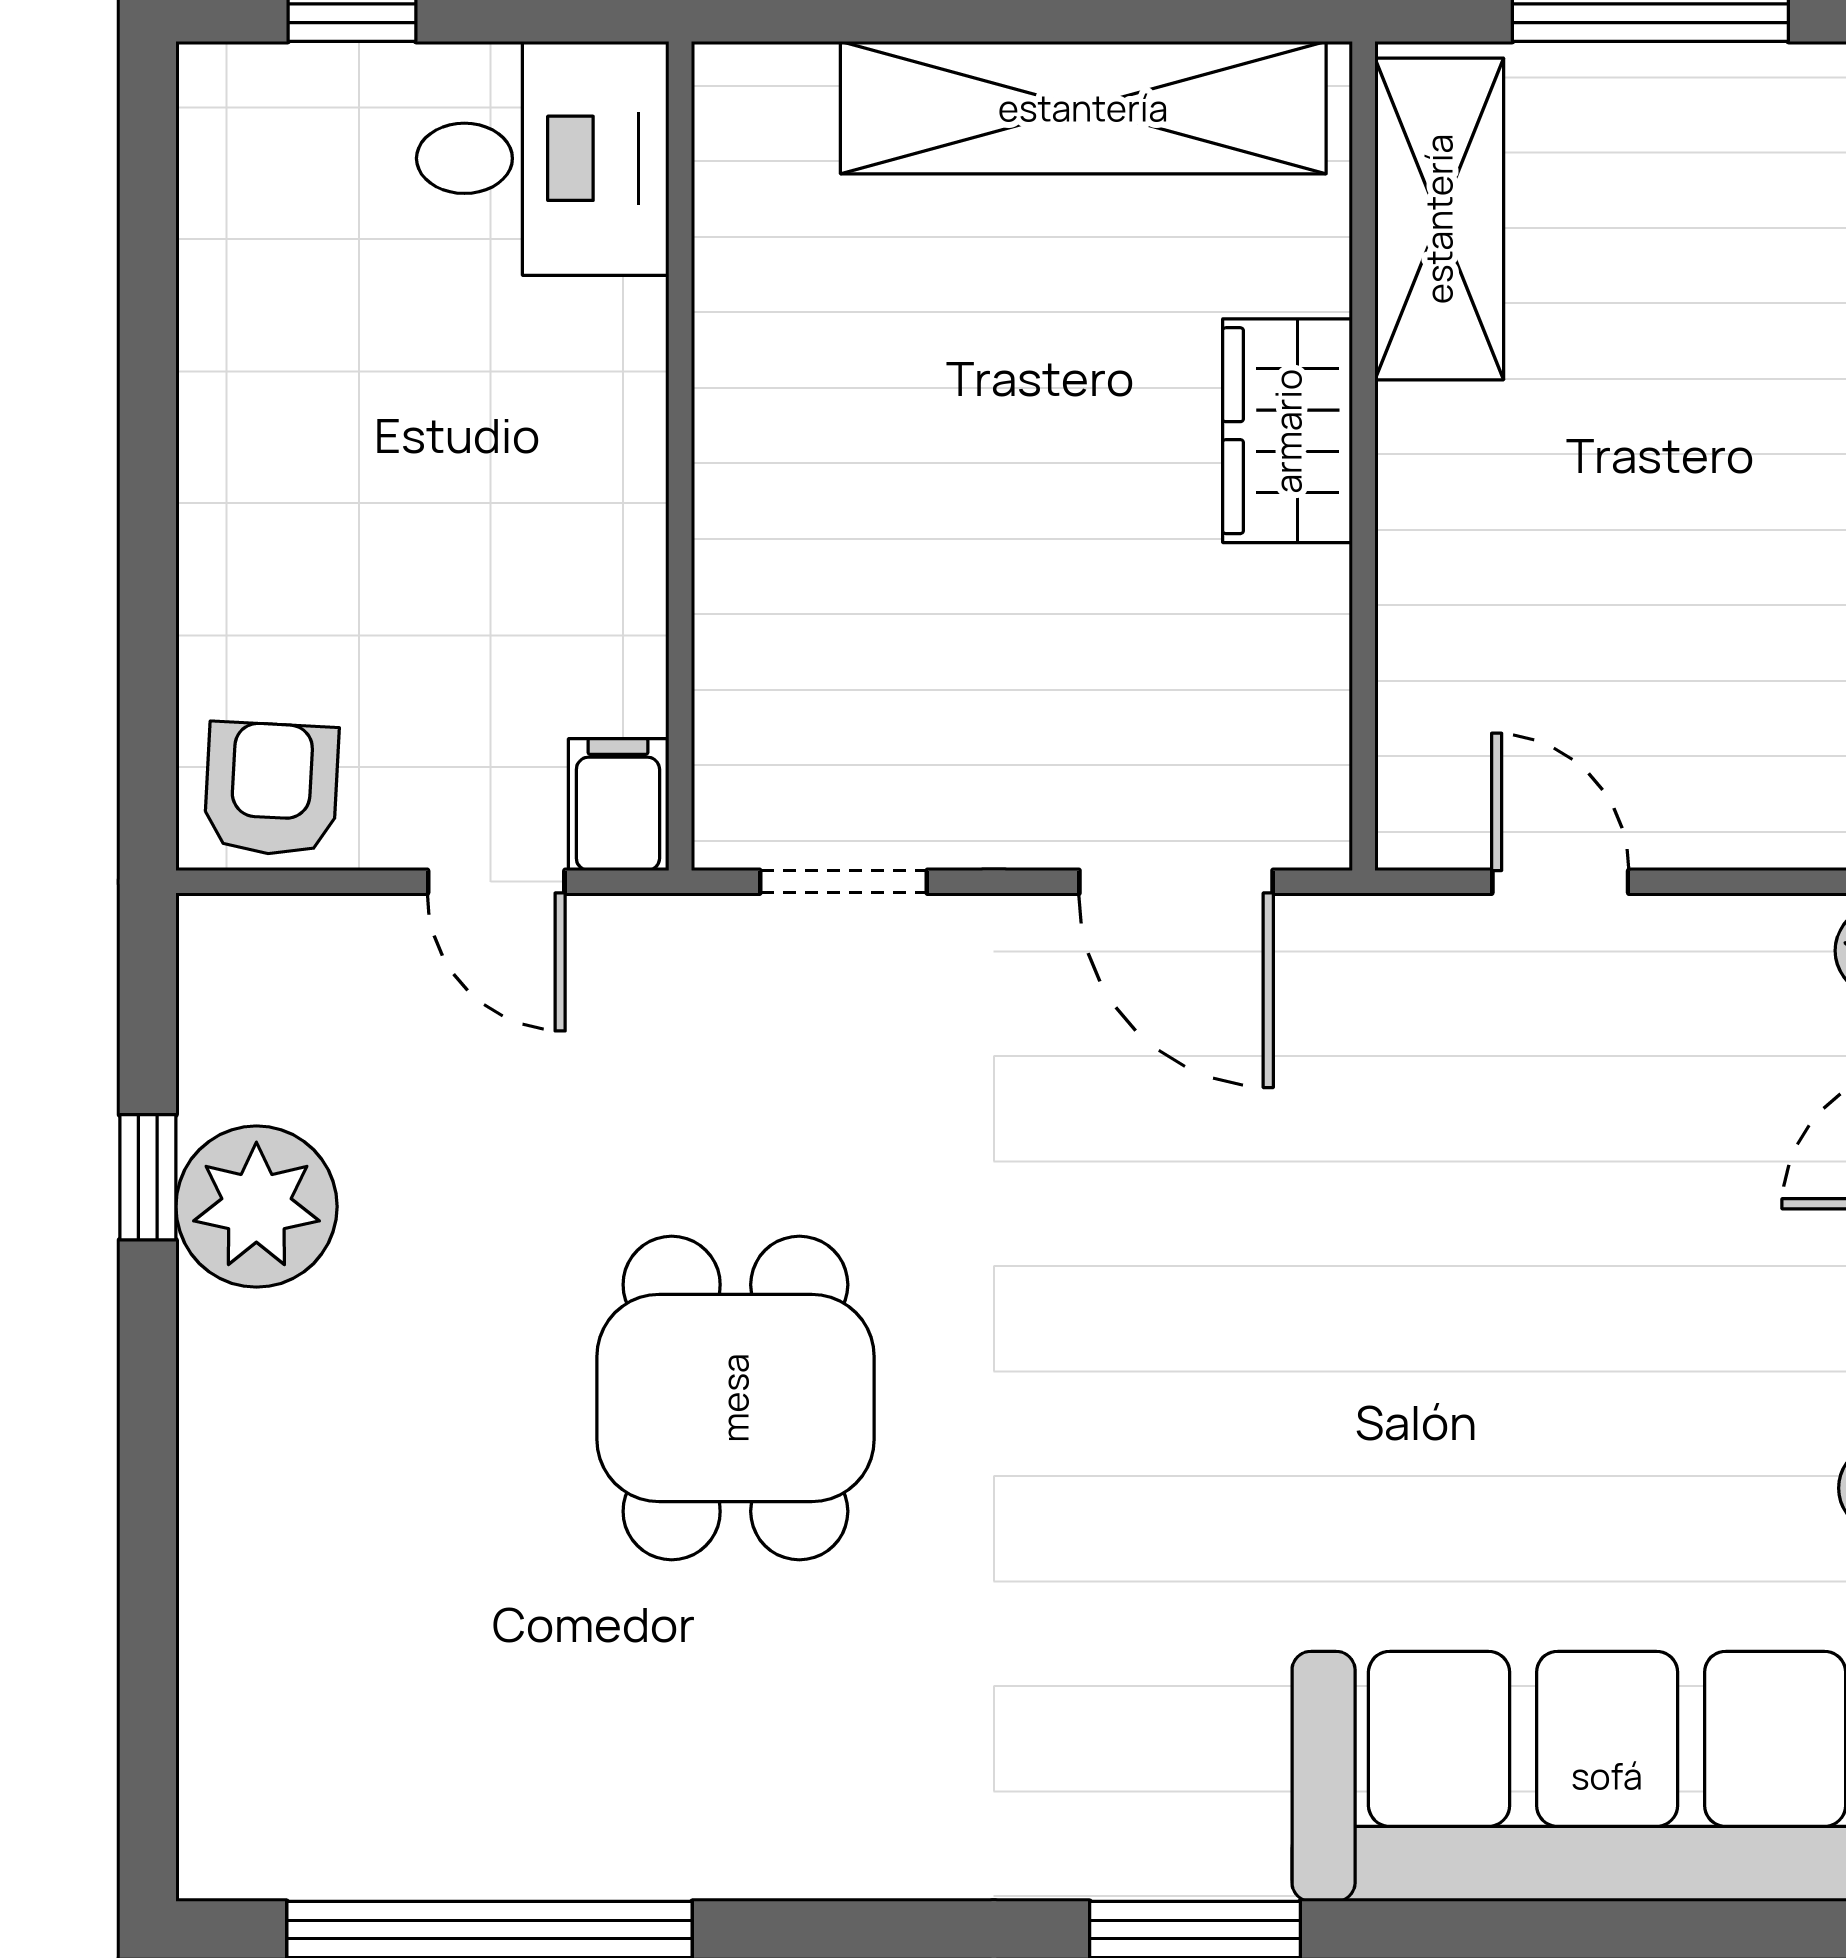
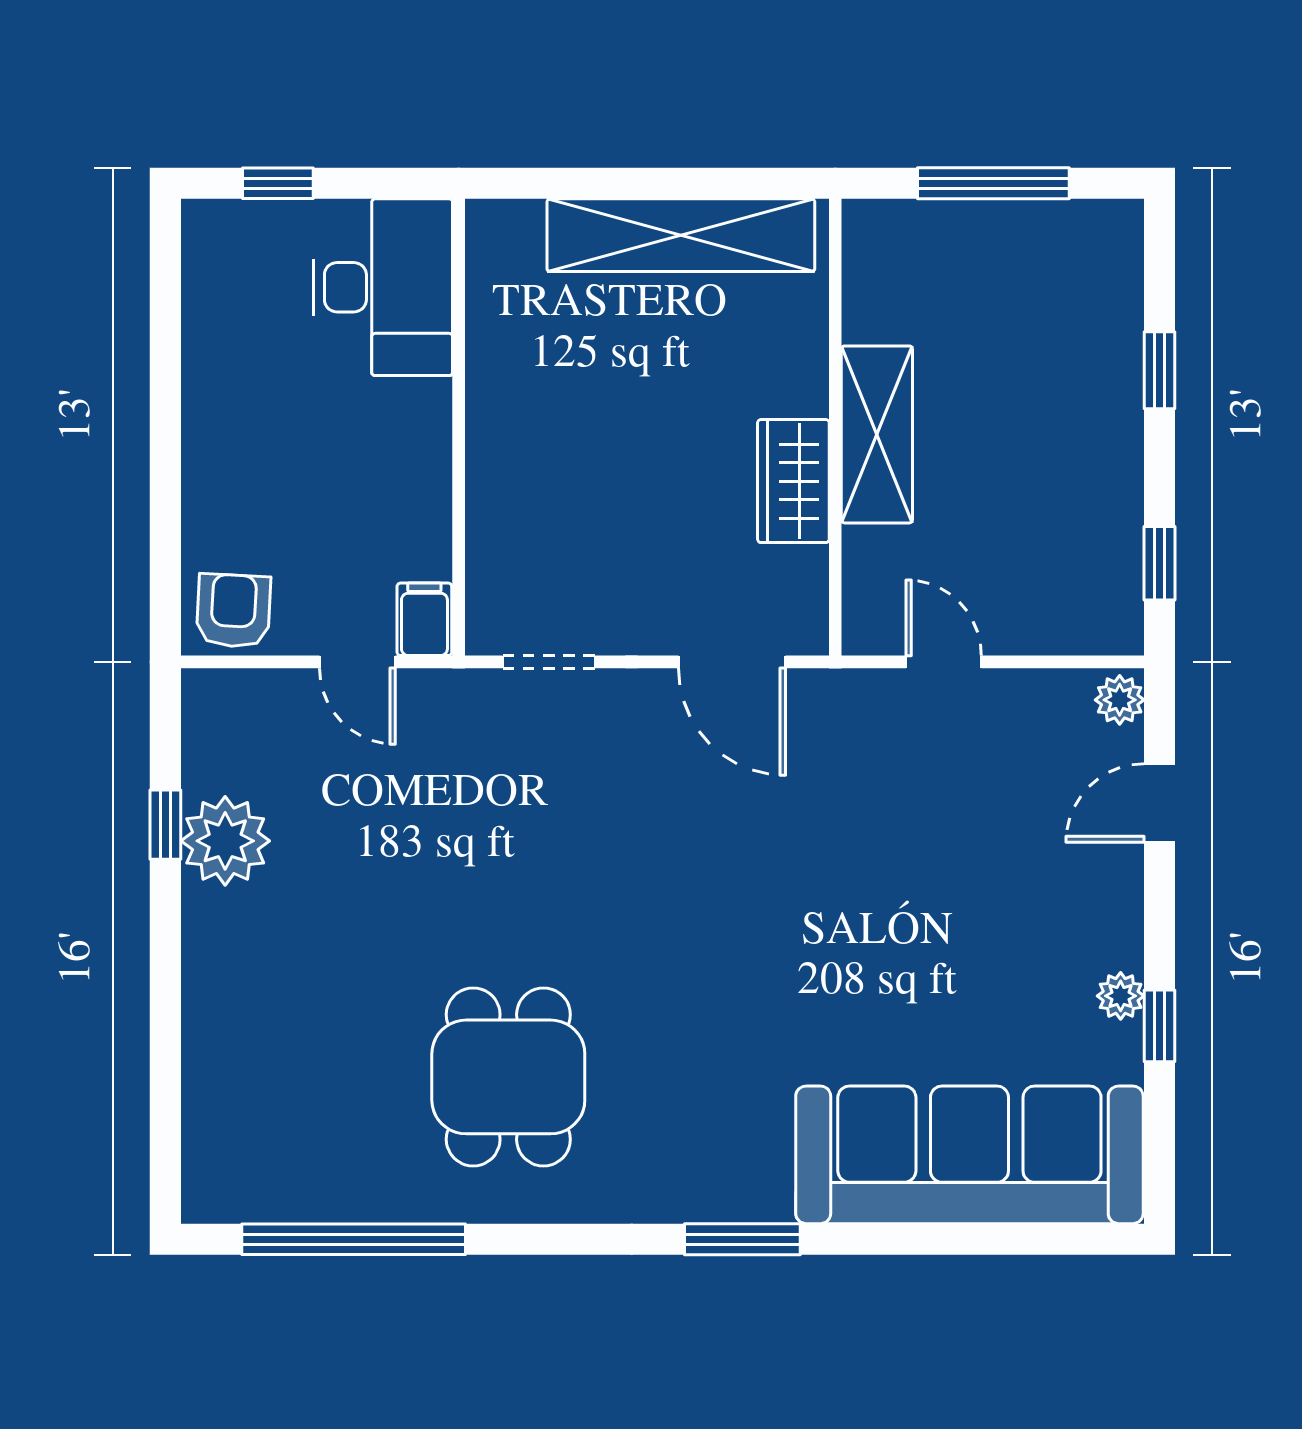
desk: (543, 158) -> (383, 287), width x1.37
shelving: (1439, 219) -> (877, 434), moved
wardrobe: (1288, 431) -> (793, 481), moved
dining table: (735, 1398) -> (508, 1077), moved

